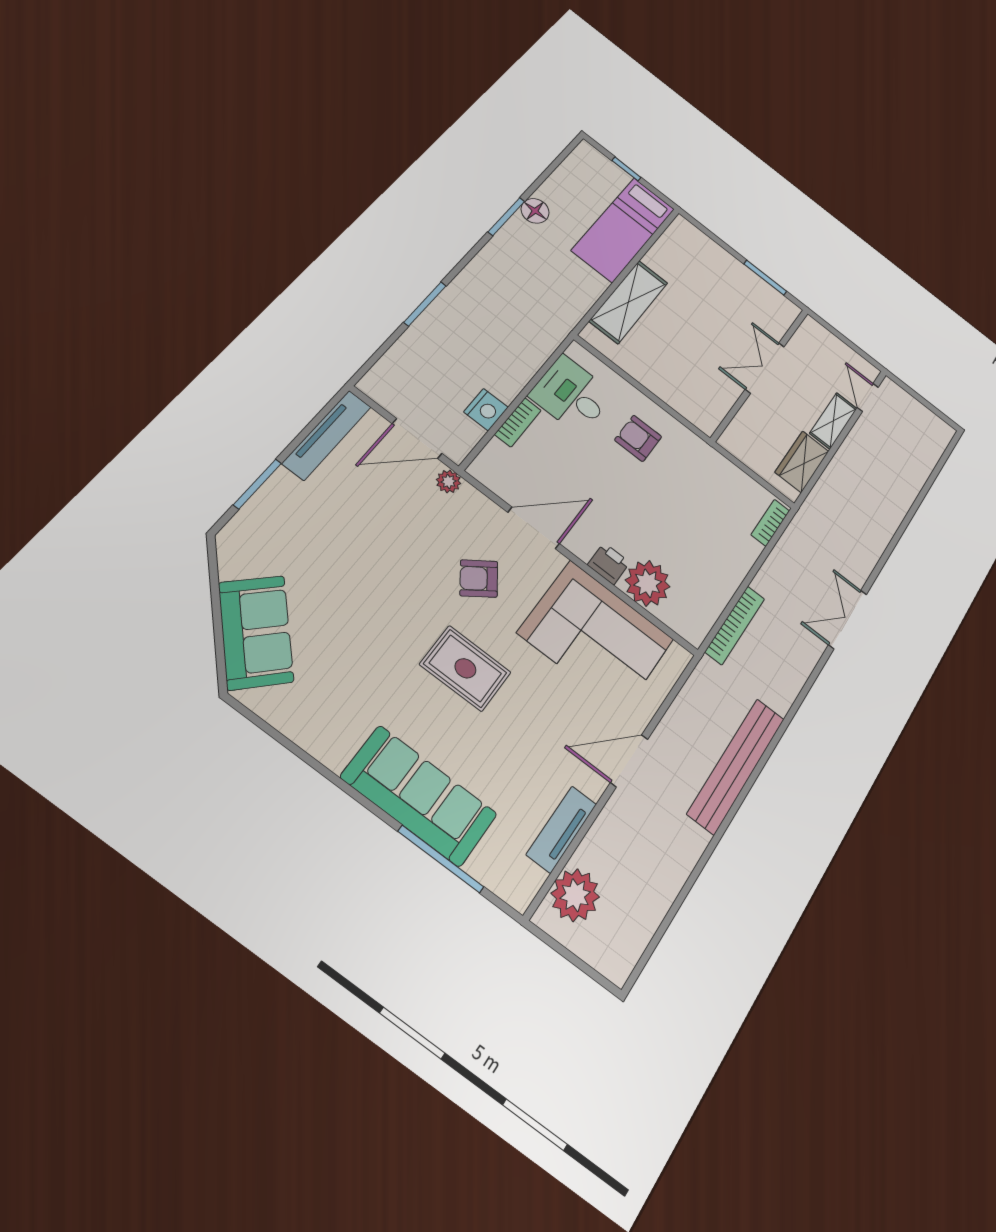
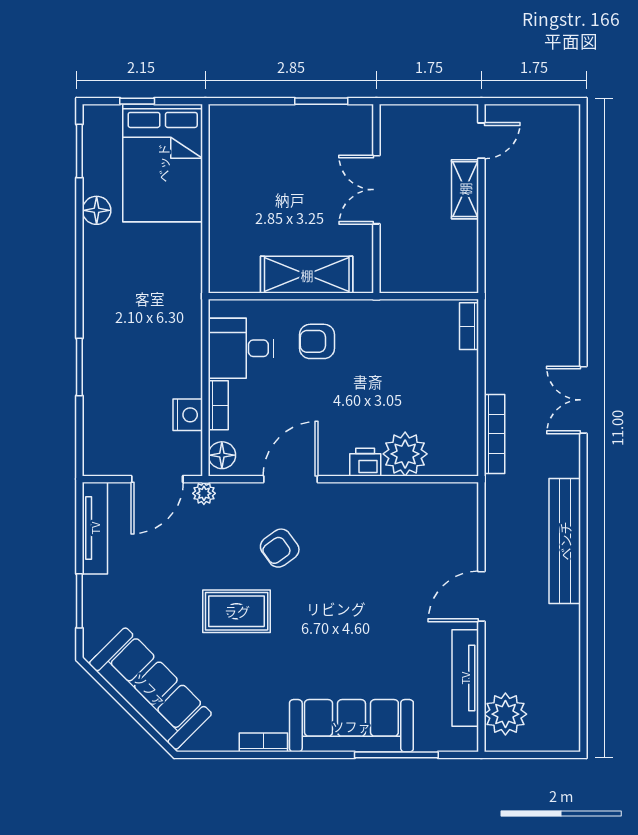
window: (506, 217) -> (79, 151), moved
bed: (623, 230) -> (163, 163), width x1.50
shelving: (629, 302) -> (307, 275), moved, turned 90
door: (868, 397) -> (481, 141), swing flipped
wardrobe: (802, 462) -> (462, 250), removed
floor lamp: (489, 463) -> (222, 455), added
double door: (848, 619) -> (583, 400), moved
sofa: (256, 632) -> (150, 689), width x1.36
corner sofa: (596, 636) -> (394, 524), removed
rug: (465, 668) -> (237, 611), moved
bookcase: (320, 748) -> (263, 742), added
tv unit: (562, 829) -> (465, 678), width x1.41

